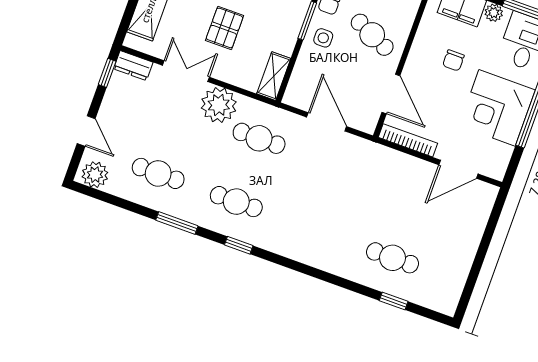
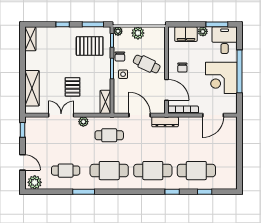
chair: (453, 60) -> (182, 68), moved
dresser: (133, 66) -> (165, 122), moved, width x1.44
plant: (219, 105) -> (83, 122), width x0.53, depth x0.53
cafe table: (236, 202) -> (109, 171), width x1.37, depth x1.35
cafe table: (314, 230) -> (153, 171), added
window: (239, 245) -> (172, 192), moved
cafe table: (393, 258) -> (196, 171), width x1.37, depth x1.35

